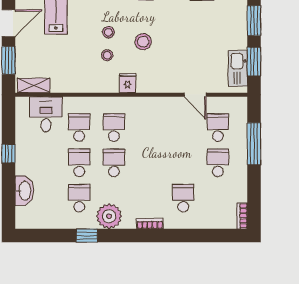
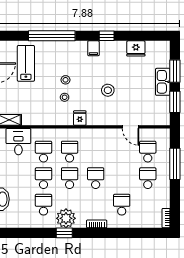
stool: (143, 42) -> (108, 90), moved
kitchen sink: (238, 68) -> (163, 82), moved
school desk: (149, 163) -> (96, 178), added
window: (87, 236) -> (64, 233), moved

